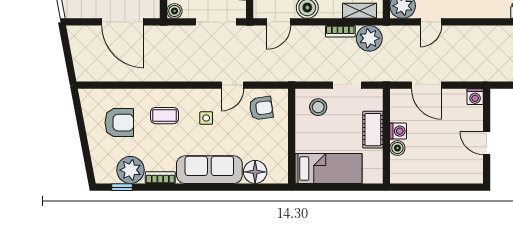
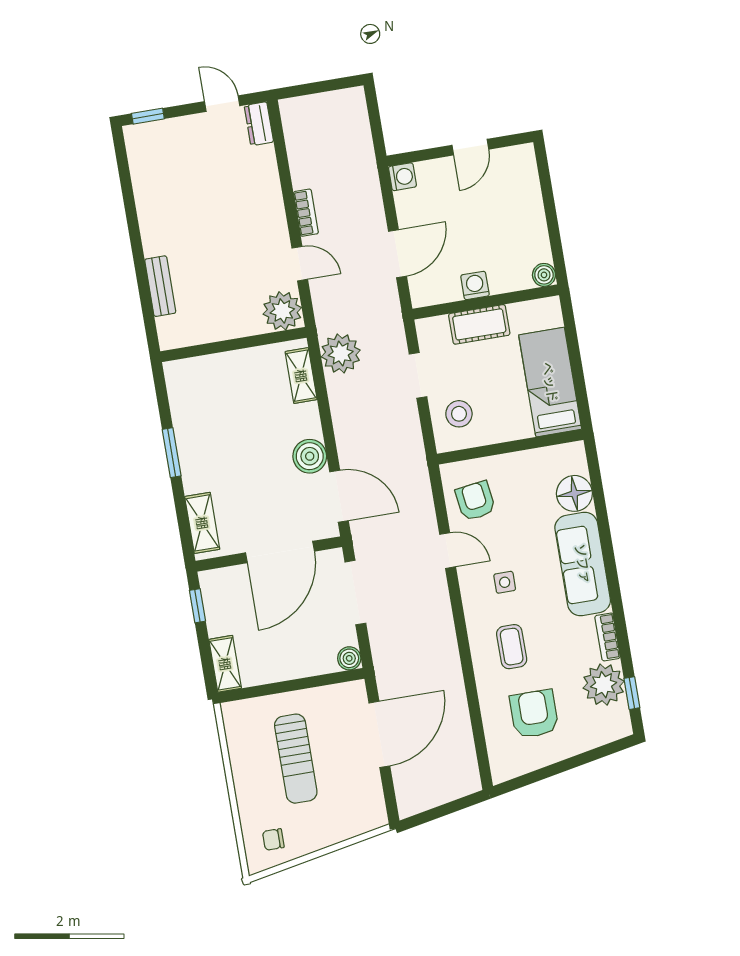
door: (279, 22) -> (339, 496), width x1.38
bookcase: (340, 31) -> (306, 213), moved
boiler: (397, 148) -> (544, 275), moved

